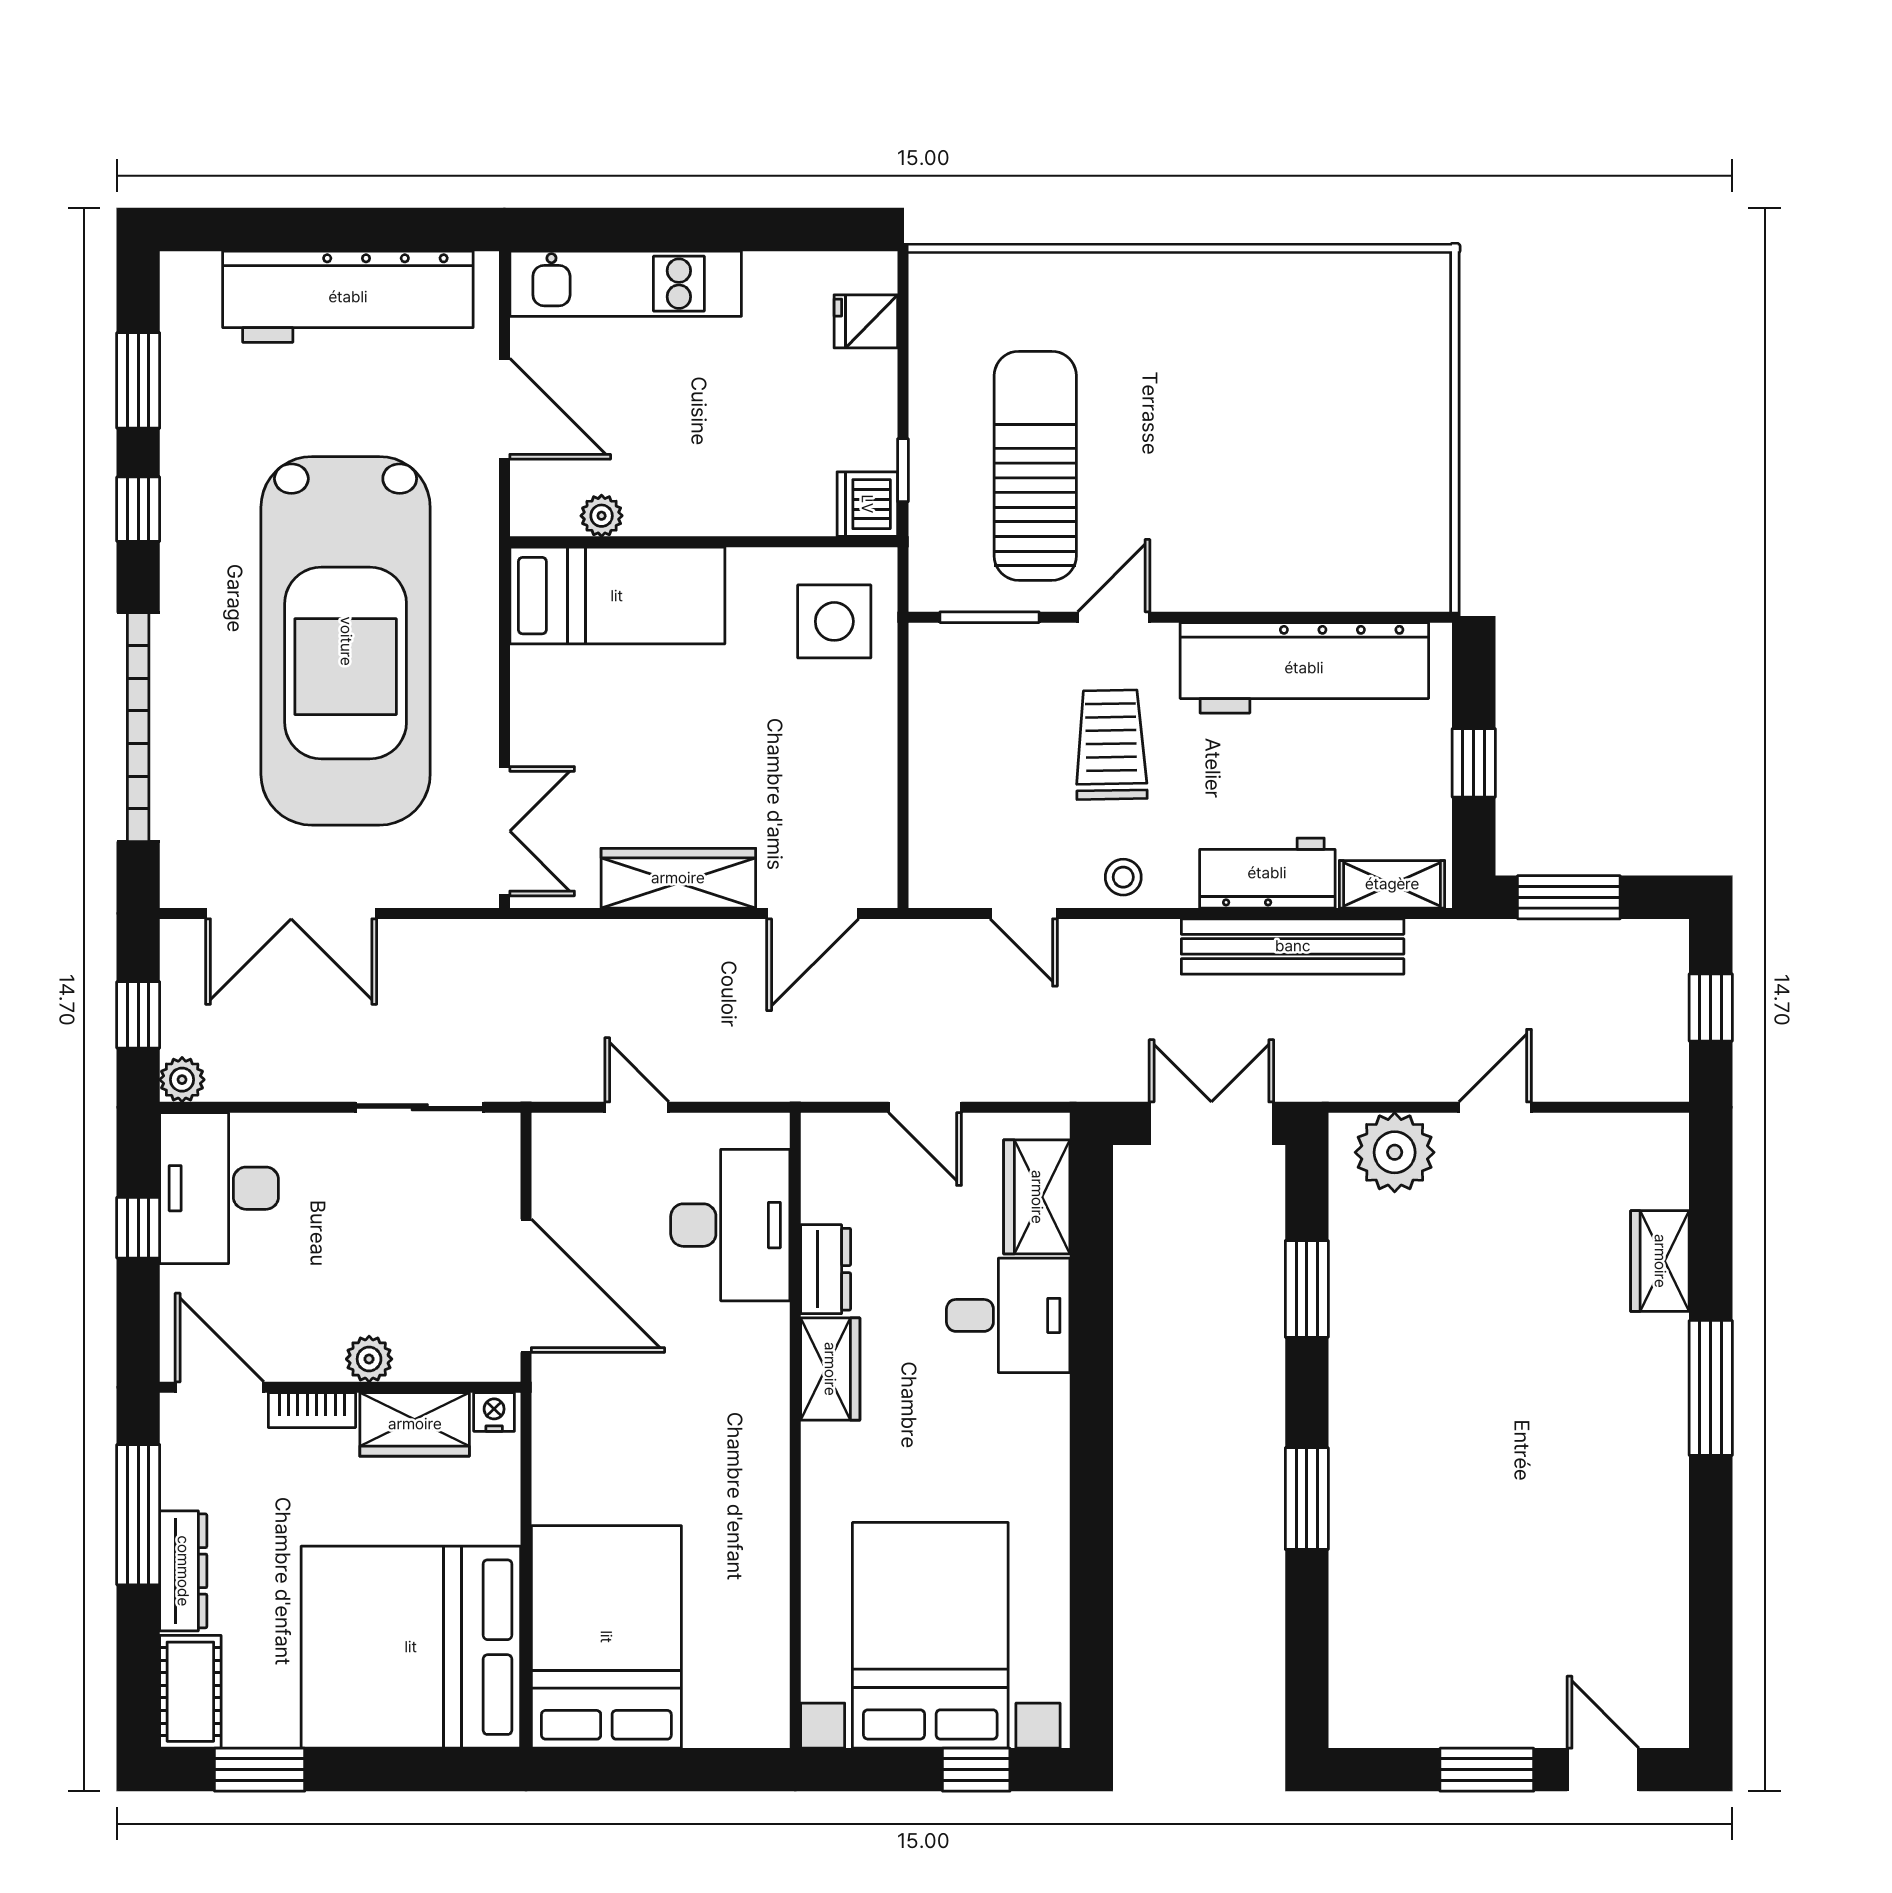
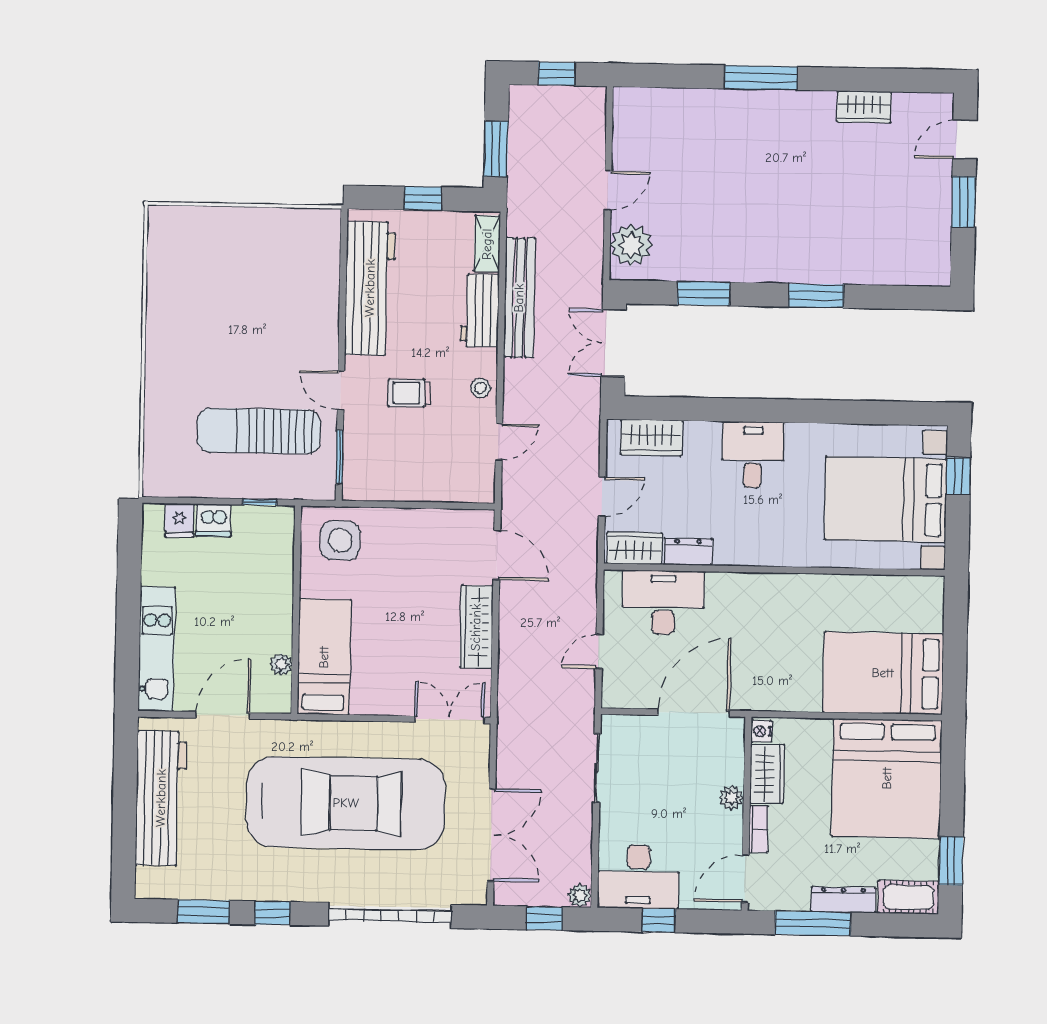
dishwasher: (867, 504) -> (213, 520), moved
trolley: (1111, 745) -> (409, 393), width x0.73, depth x0.72
door: (1495, 1107) -> (608, 191), swing flipped
wardrobe: (1660, 1261) -> (864, 107), moved
desk: (1008, 1315) -> (753, 455), moved
wardrobe: (830, 1369) -> (634, 548), moved

